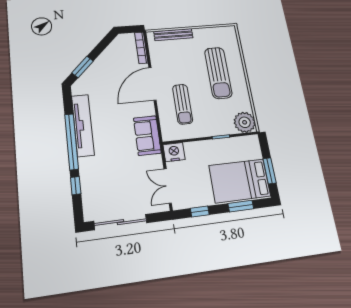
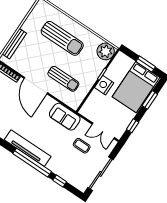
nightstand: (174, 152) -> (104, 85), moved
coffee table: (133, 177) -> (82, 146), added

